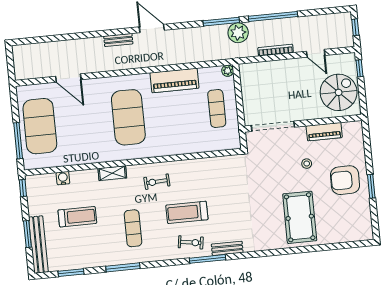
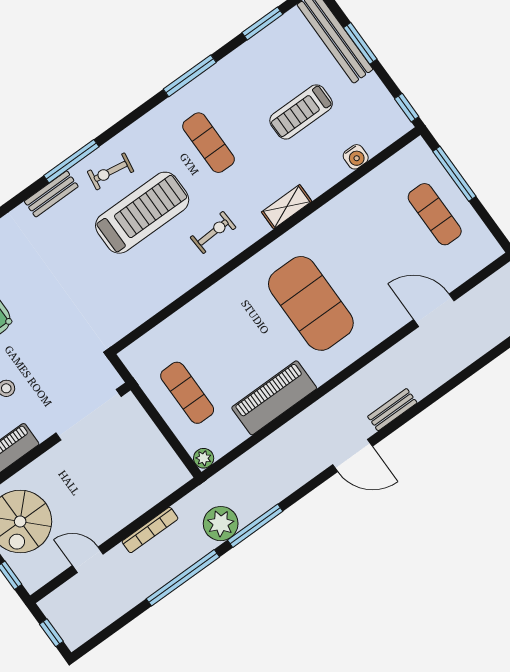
exercise mat: (40, 126) -> (435, 214), width x0.50, depth x0.69
treadmill: (187, 212) -> (142, 213), width x1.37, depth x1.38

